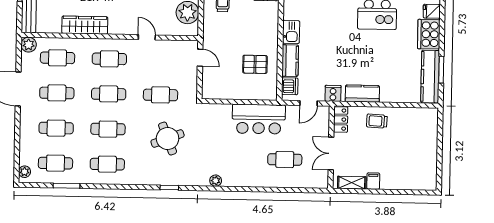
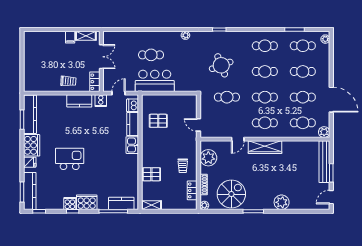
wardrobe: (85, 25) -> (265, 147), moved
door: (147, 37) -> (238, 139), hinge flipped
cafe table: (285, 160) -> (151, 55), moved

